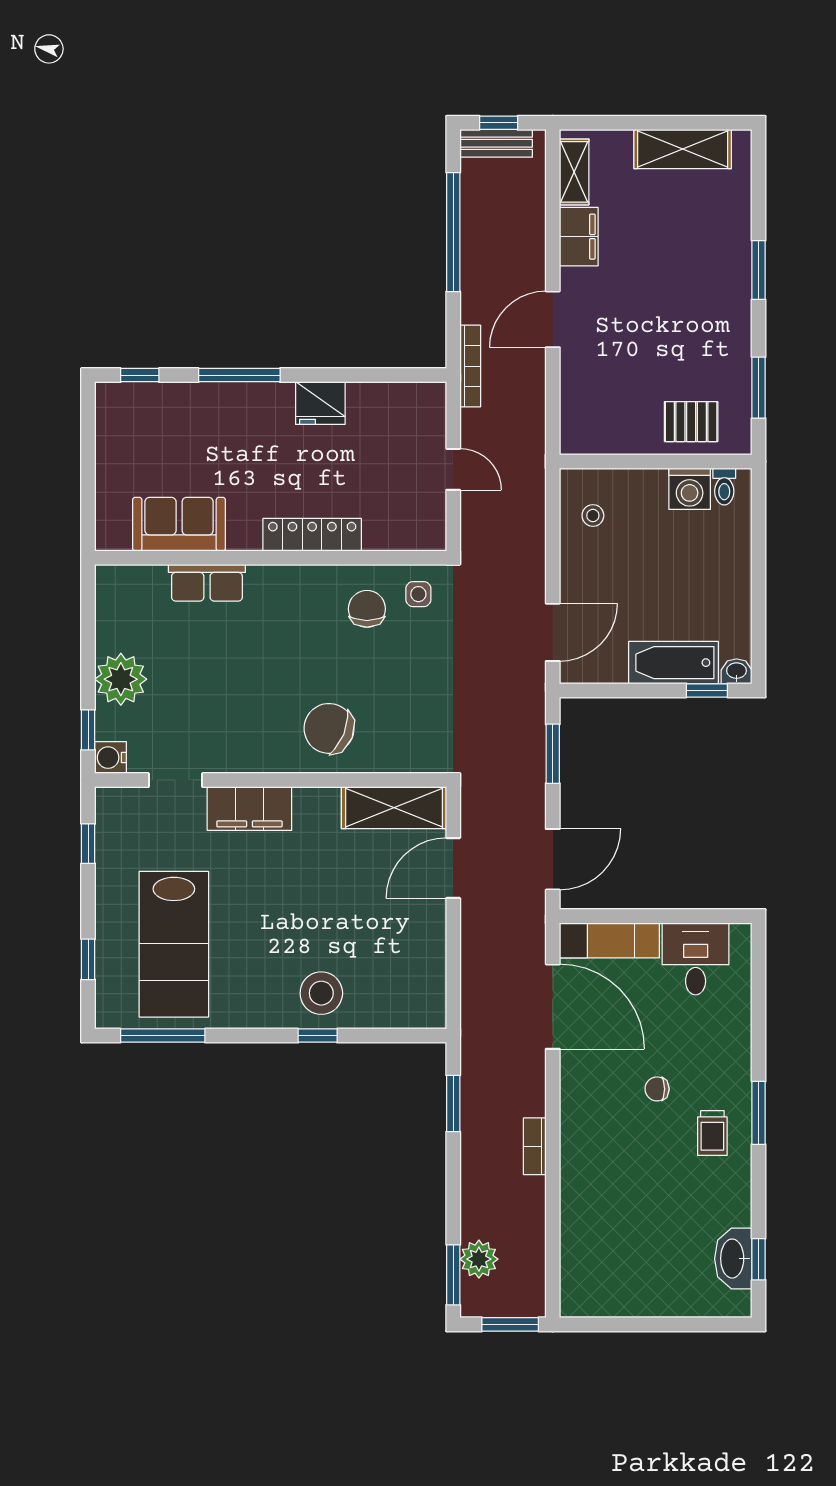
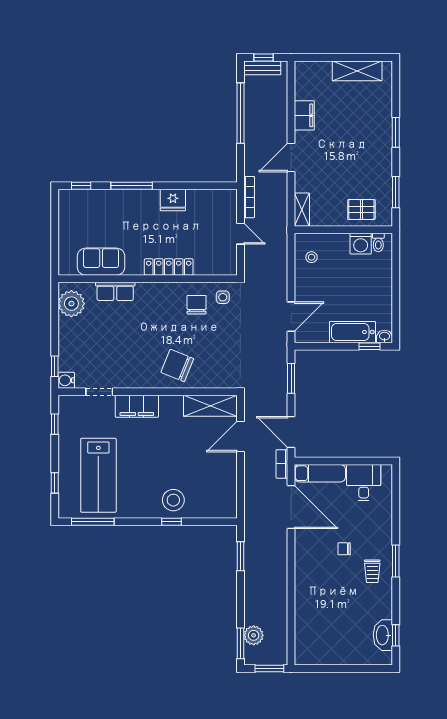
shelving: (574, 172) -> (302, 210), moved
bookcase: (470, 366) -> (249, 197), moved
plant: (121, 679) -> (71, 304), moved
door: (553, 859) -> (291, 432), swing flipped
bookcase: (535, 1146) -> (282, 464), moved

